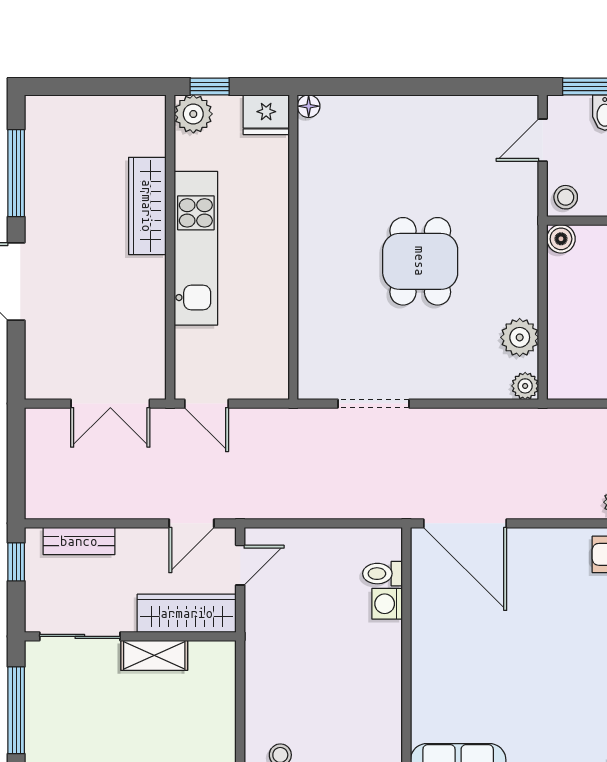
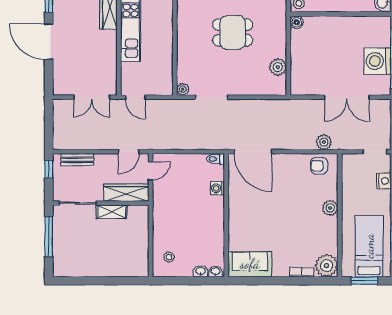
dining table: (420, 261) -> (233, 32), turned 90
plant: (525, 386) -> (183, 89), moved
toilet: (382, 574) -> (215, 159), moved

